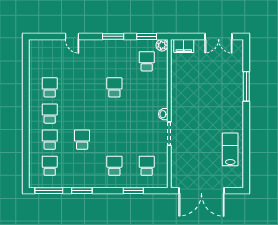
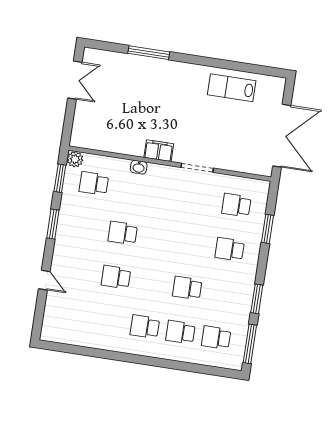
door: (72, 36) -> (44, 280), hinge flipped
filing cabinet: (184, 46) -> (159, 151), moved, turned -90
school desk: (50, 87) -> (116, 277), moved
washbasin: (163, 114) -> (139, 167), moved

